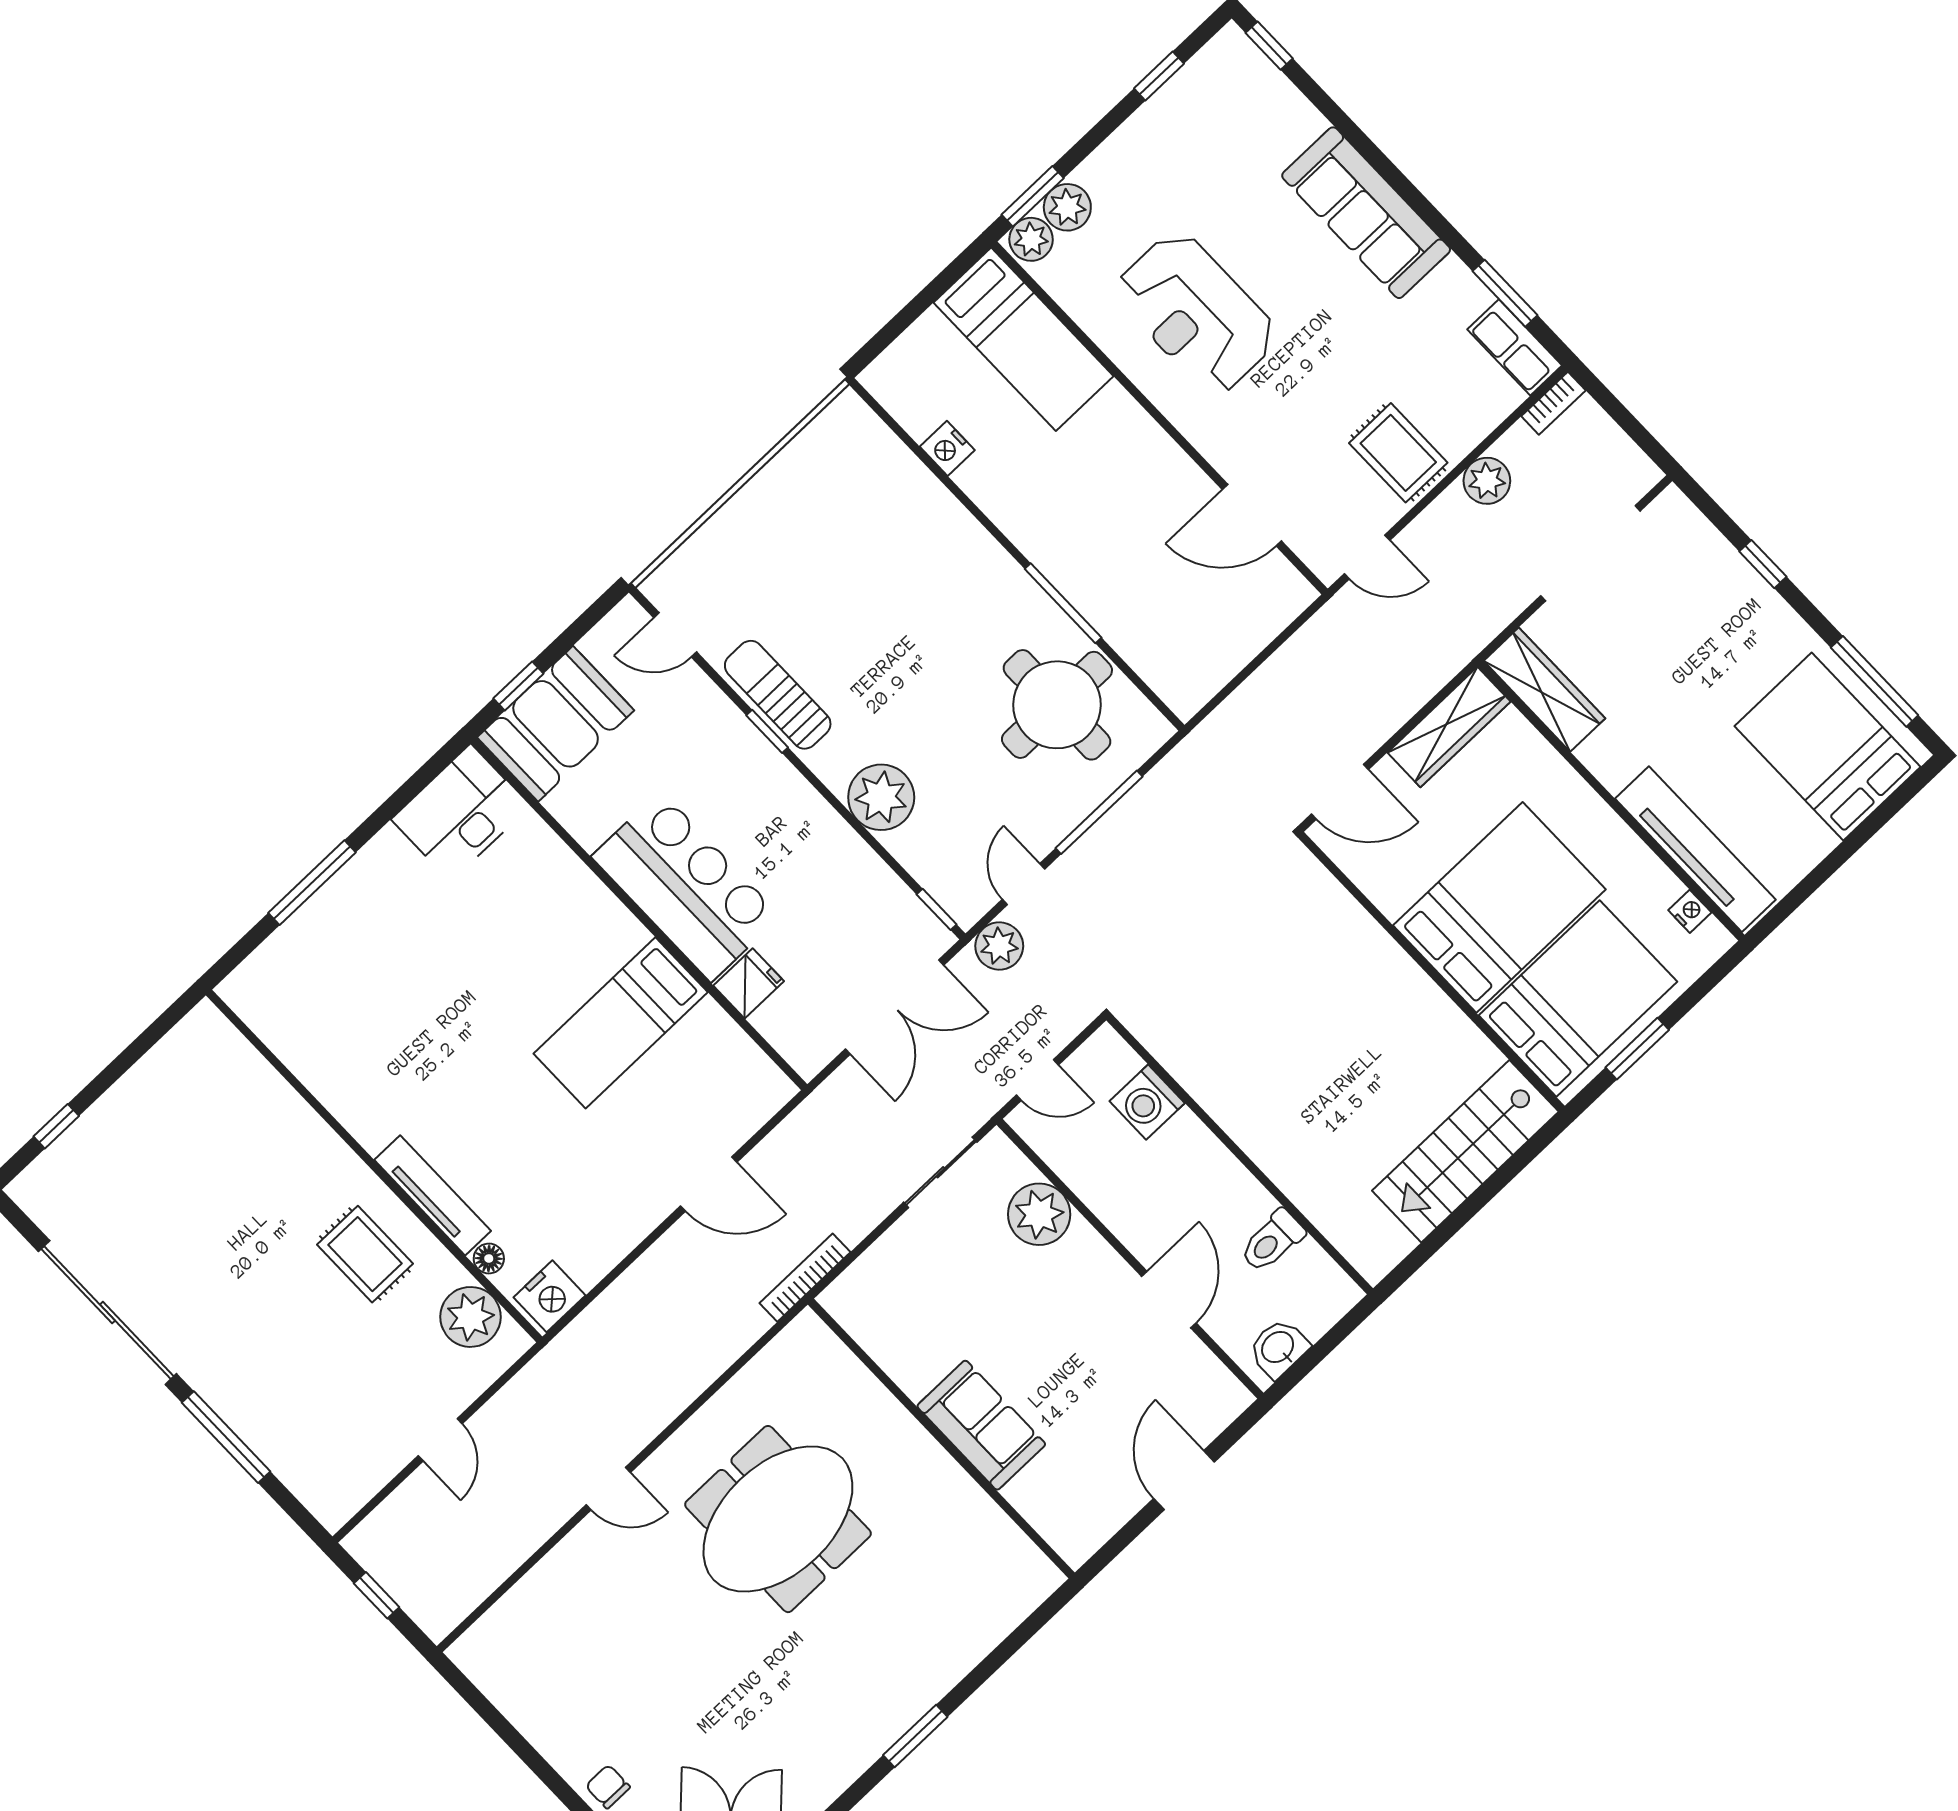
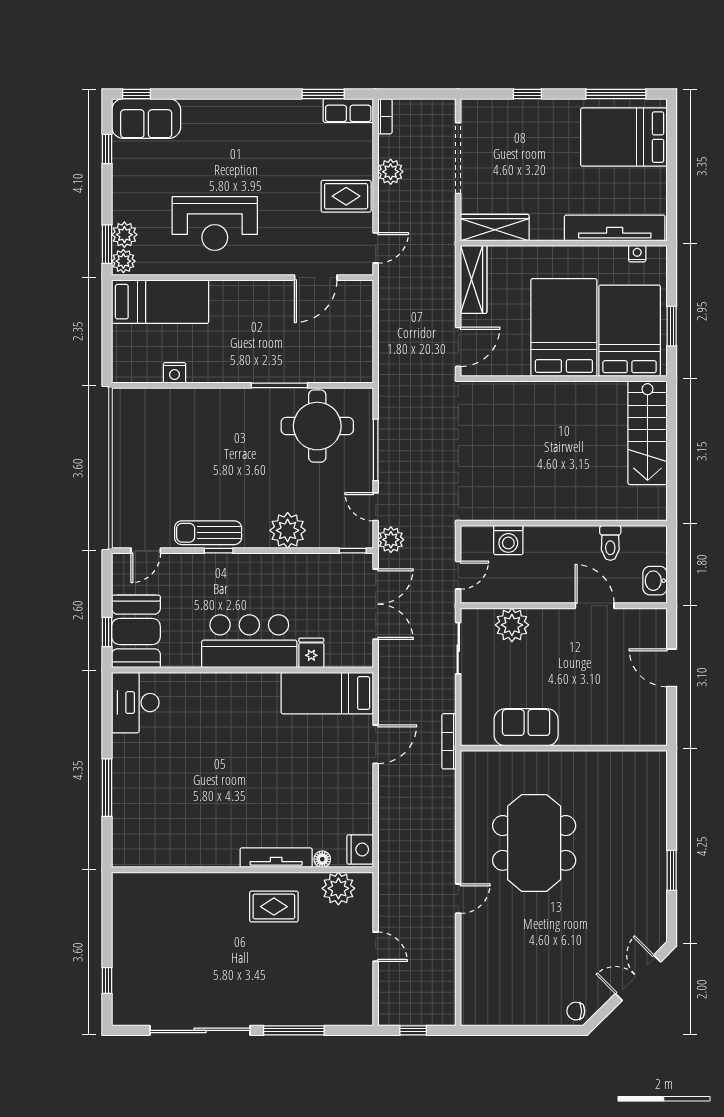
sofa: (1366, 213) -> (146, 119), moved, width x0.73
bed: (621, 1023) -> (327, 693), moved, turned 90
sofa: (981, 1425) -> (526, 727), moved

